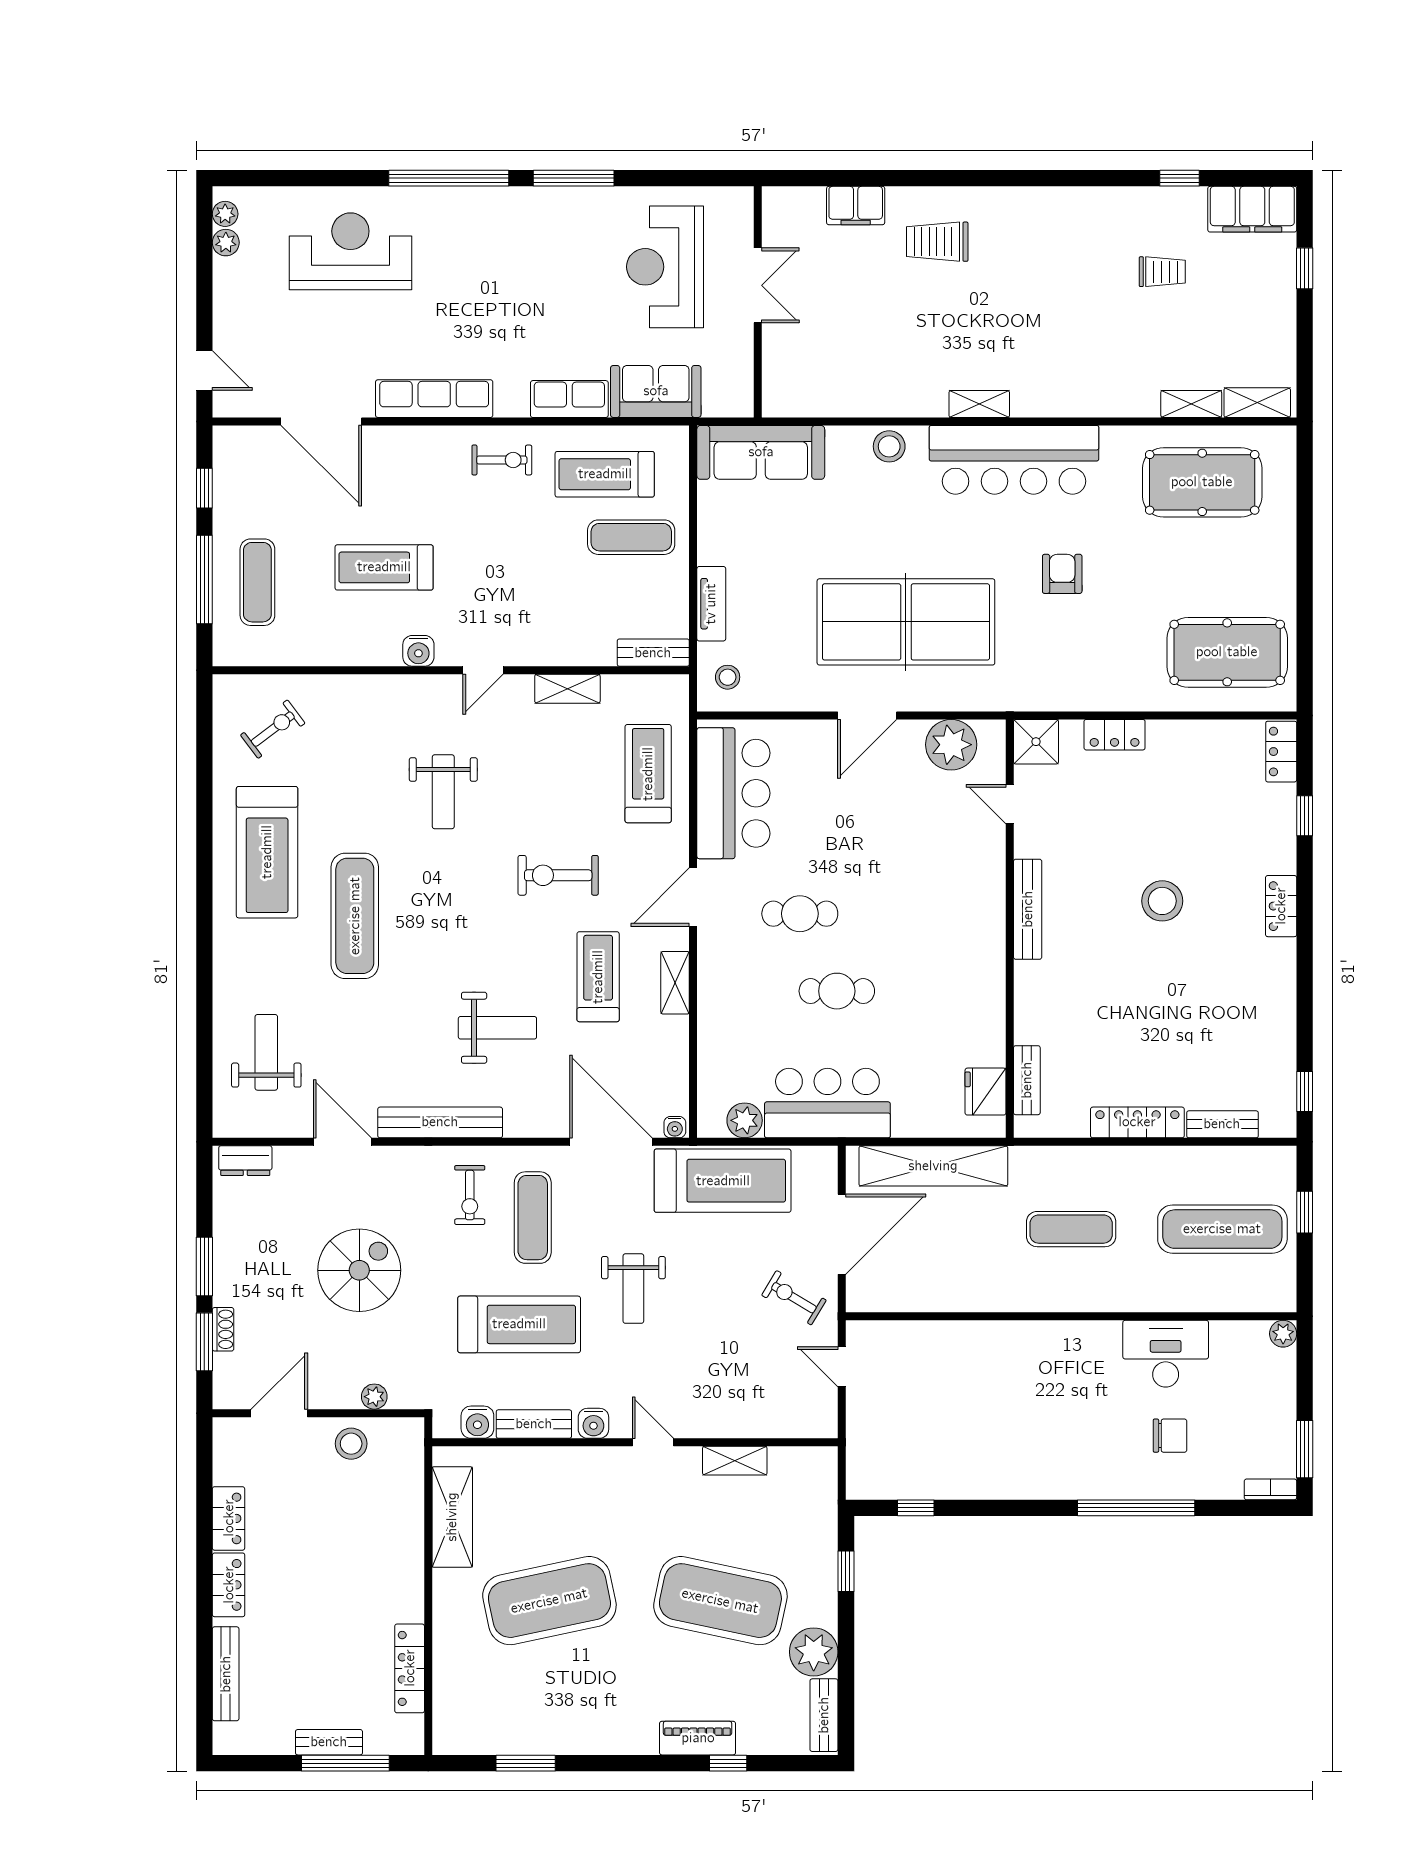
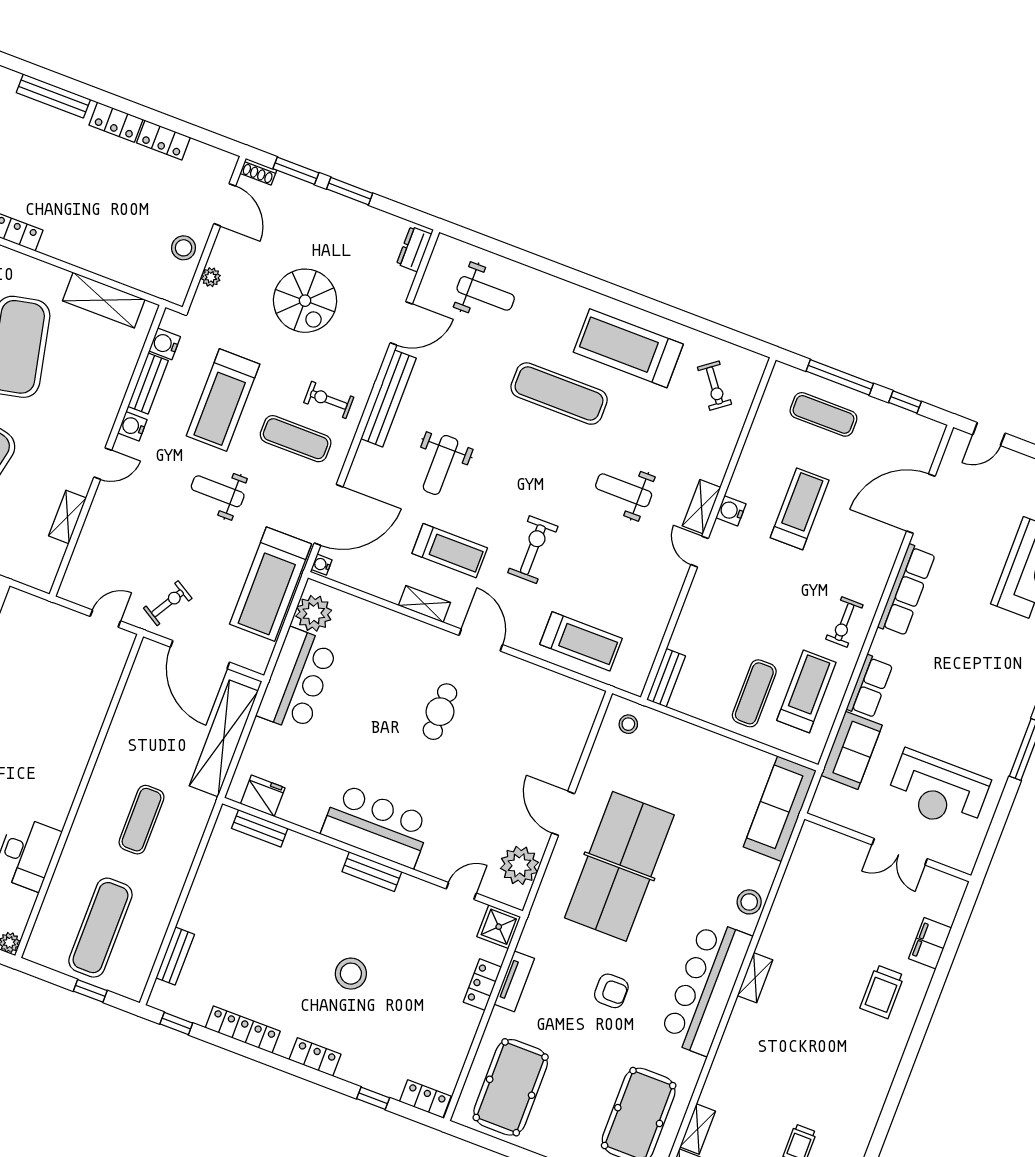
trolley: (937, 242) -> (882, 992), turned 180
reception desk: (665, 267) -> (938, 791), turned 180
tv unit: (711, 604) -> (514, 981), moved, turned -90
shelving: (567, 689) -> (702, 507), moved
bar counter: (733, 793) -> (377, 826), moved, turned 180
bench: (1028, 909) -> (372, 872), width x0.73
cafe table: (837, 991) -> (375, 717), removed
plant: (745, 1120) -> (314, 613), width x1.36, depth x1.36
locker: (1137, 1122) -> (243, 1030), moved, turned -90
shoe rack: (223, 1329) -> (258, 172), moved

